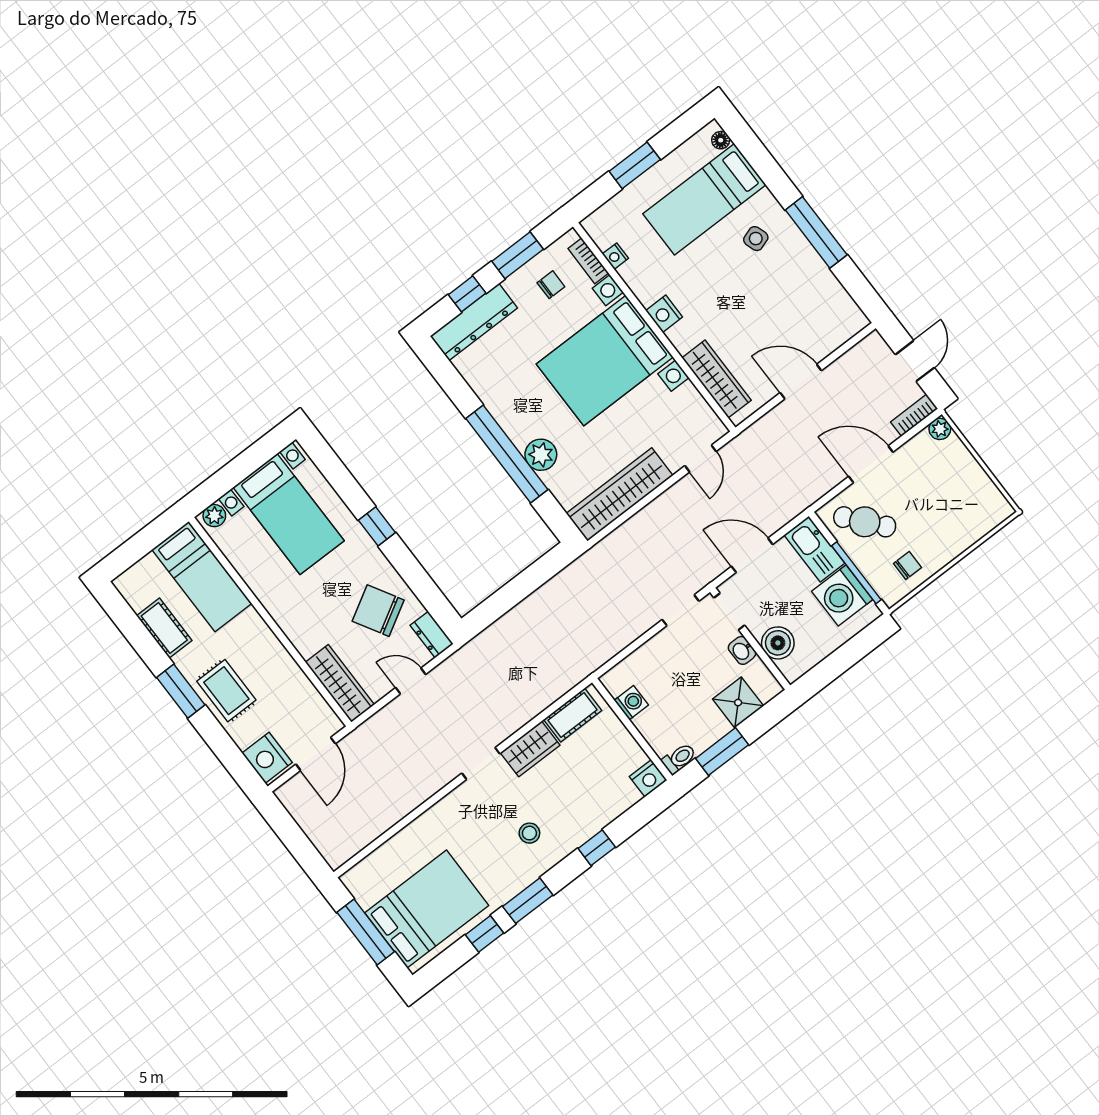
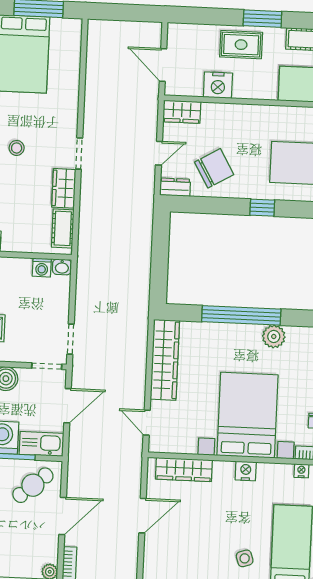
plant: (541, 455) -> (274, 336), moved
washbasin: (742, 650) -> (62, 267), moved, turned 180
wardrobe: (340, 683) -> (182, 112), width x0.67
nightstand: (267, 758) -> (218, 85), moved, turned 180

